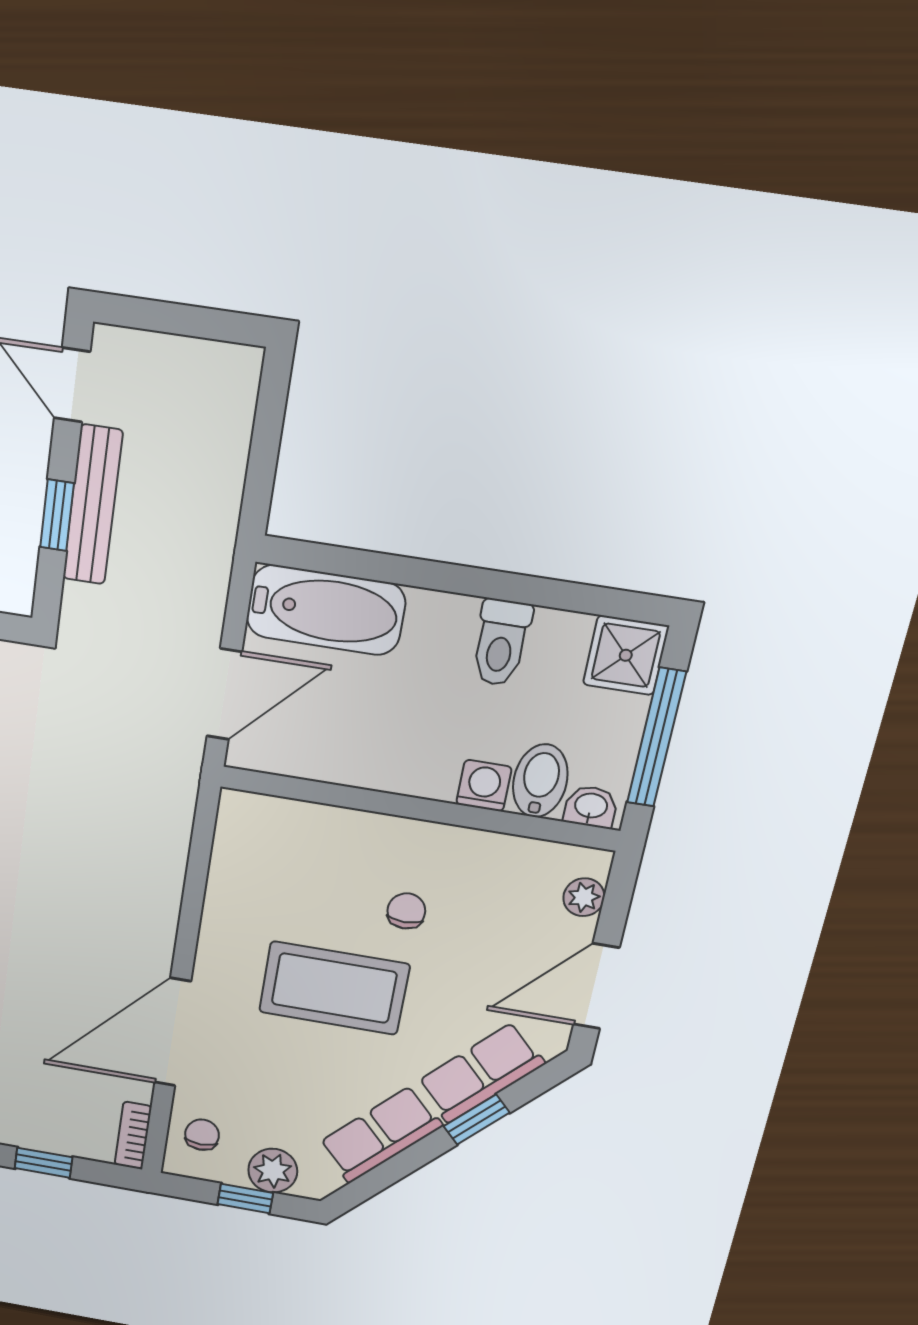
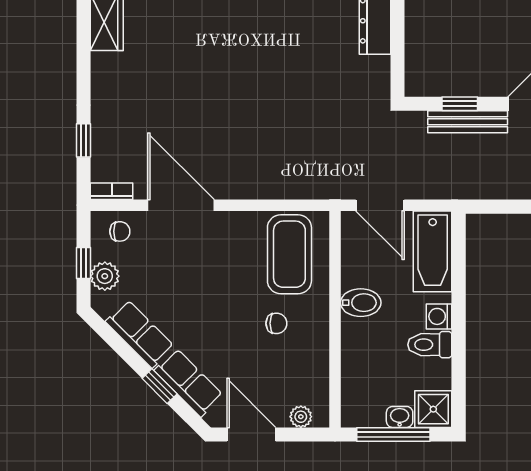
bidet: (540, 781) -> (361, 303), moved
washing machine: (484, 786) -> (439, 316), moved, turned 180
washbasin: (591, 807) -> (400, 417), moved, turned -90
coffee table: (334, 988) -> (289, 254), moved

